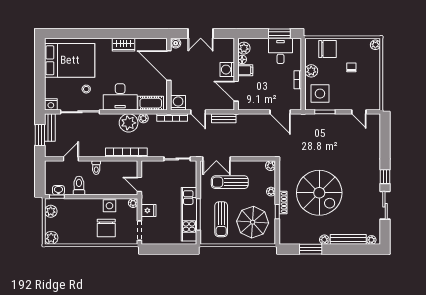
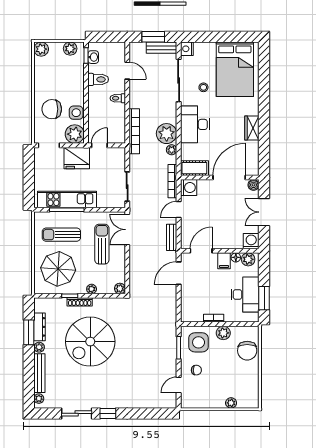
plant: (375, 45) -> (231, 403), moved
desk: (280, 51) -> (245, 295), width x1.37
chair: (351, 67) -> (196, 370), moved
washing machine: (227, 70) -> (251, 241), moved
cot: (151, 103) -> (194, 168), moved, turned 90
door: (280, 112) -> (179, 273), moved
plant: (133, 203) -> (75, 134), width x1.88, depth x1.88
fridge: (149, 211) -> (77, 158), width x1.88, depth x1.34
dresser: (306, 239) -> (40, 327), added

